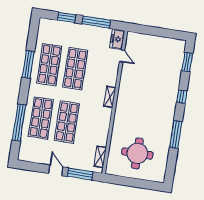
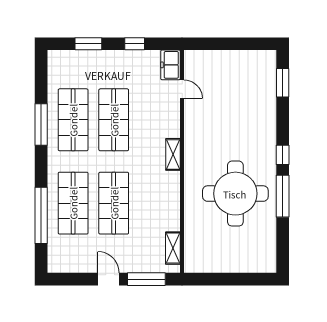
window: (96, 22) -> (135, 44), width x0.46
window: (182, 97) -> (283, 155), moved
round table: (137, 153) -> (235, 194), moved, width x1.36, depth x1.36

